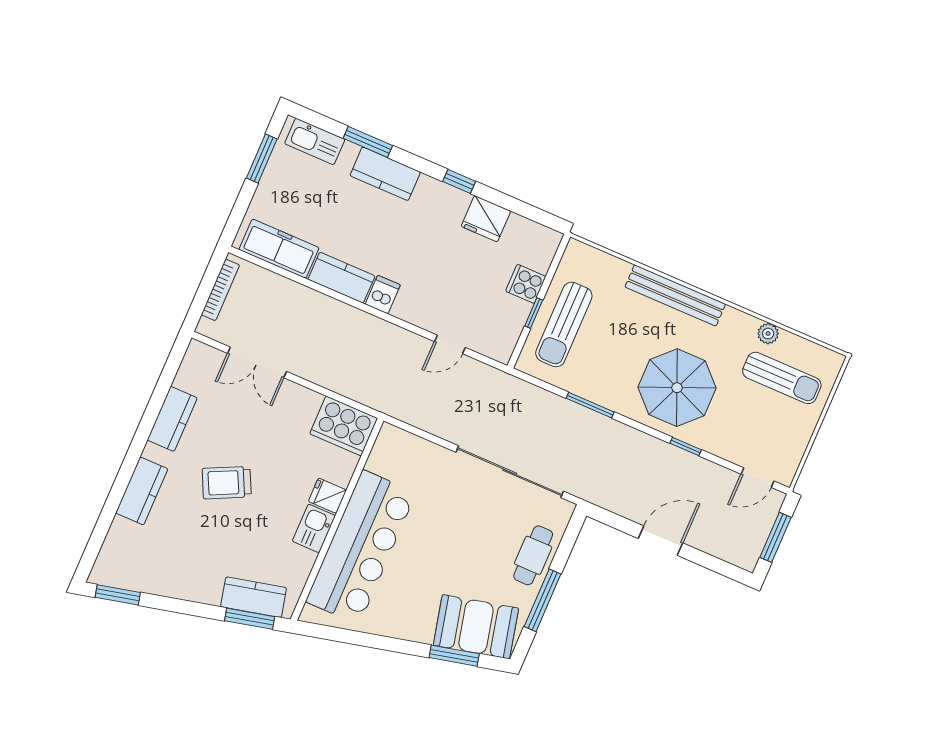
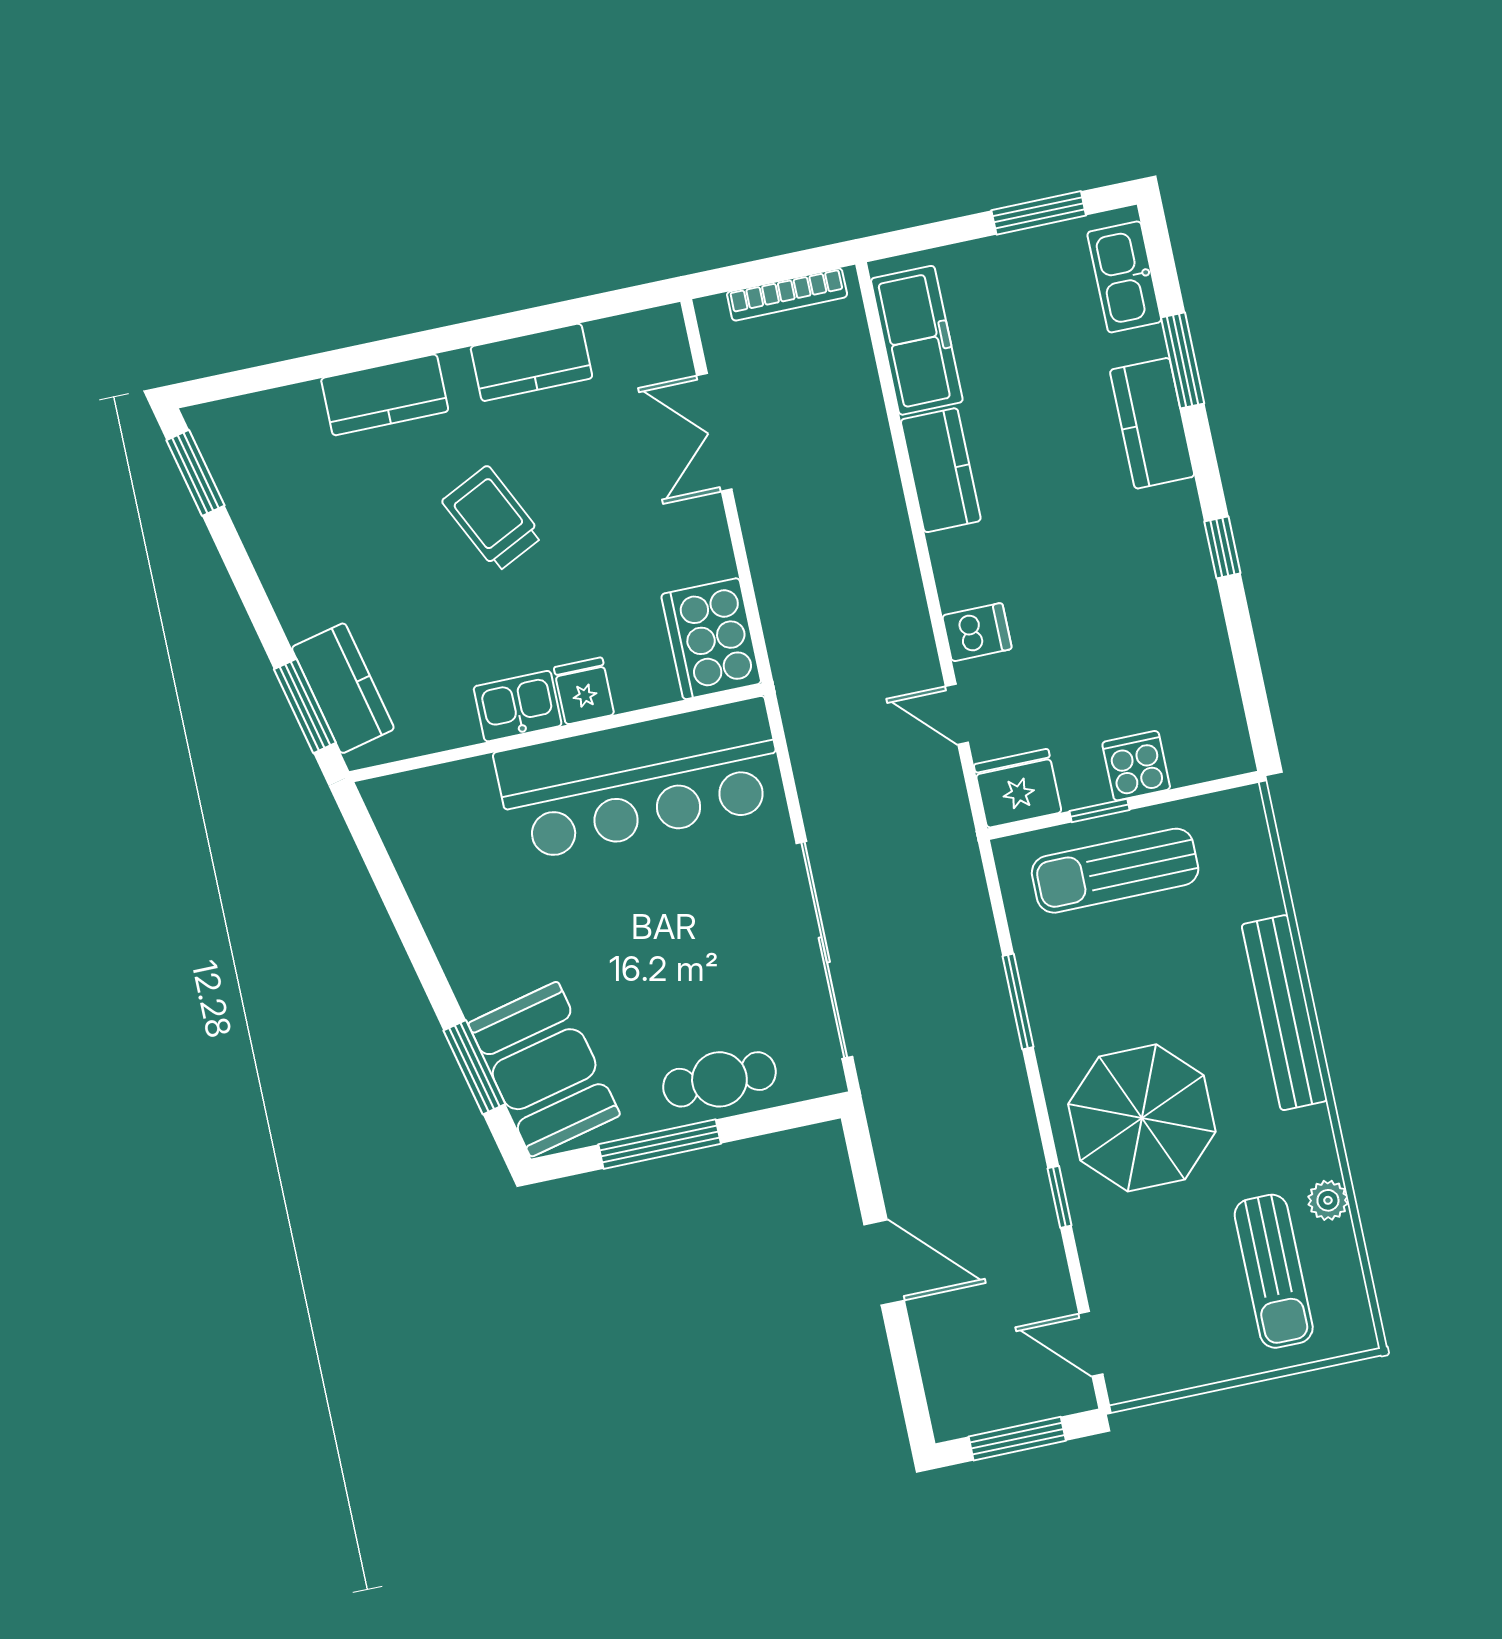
fridge: (486, 219) -> (1018, 788), moved, turned 90
dishwasher: (383, 295) -> (977, 632), moved
bar counter: (361, 547) -> (640, 779), moved

